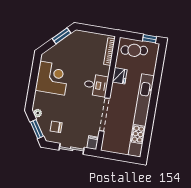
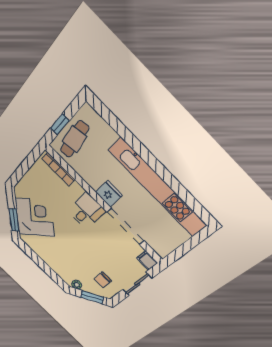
window: (61, 36) -> (14, 220), moved
window: (149, 39) -> (60, 124), moved
fridge: (120, 76) -> (109, 194), moved
corner desk: (52, 78) -> (35, 217), moved, turned 45

